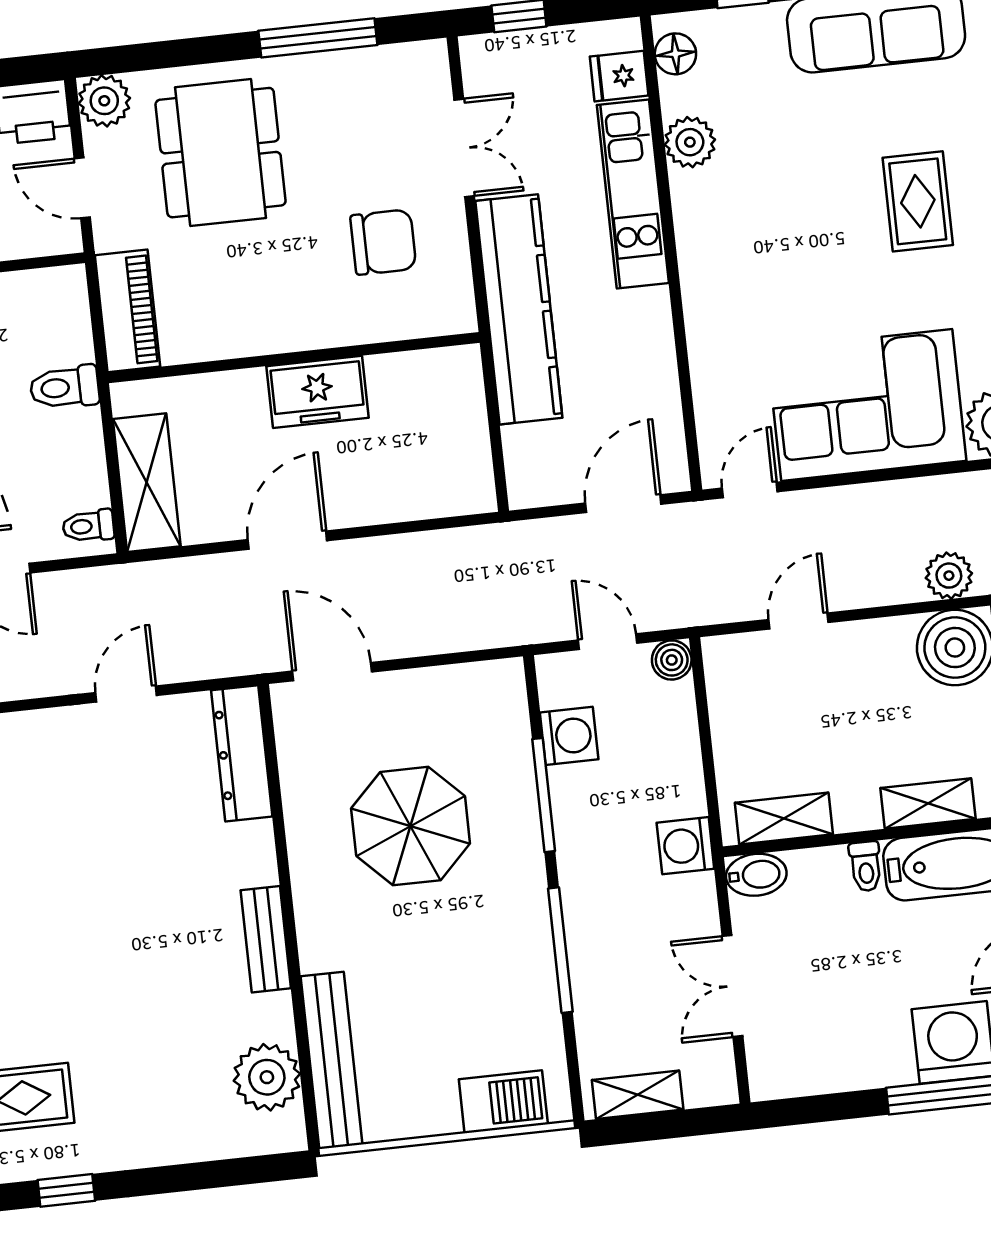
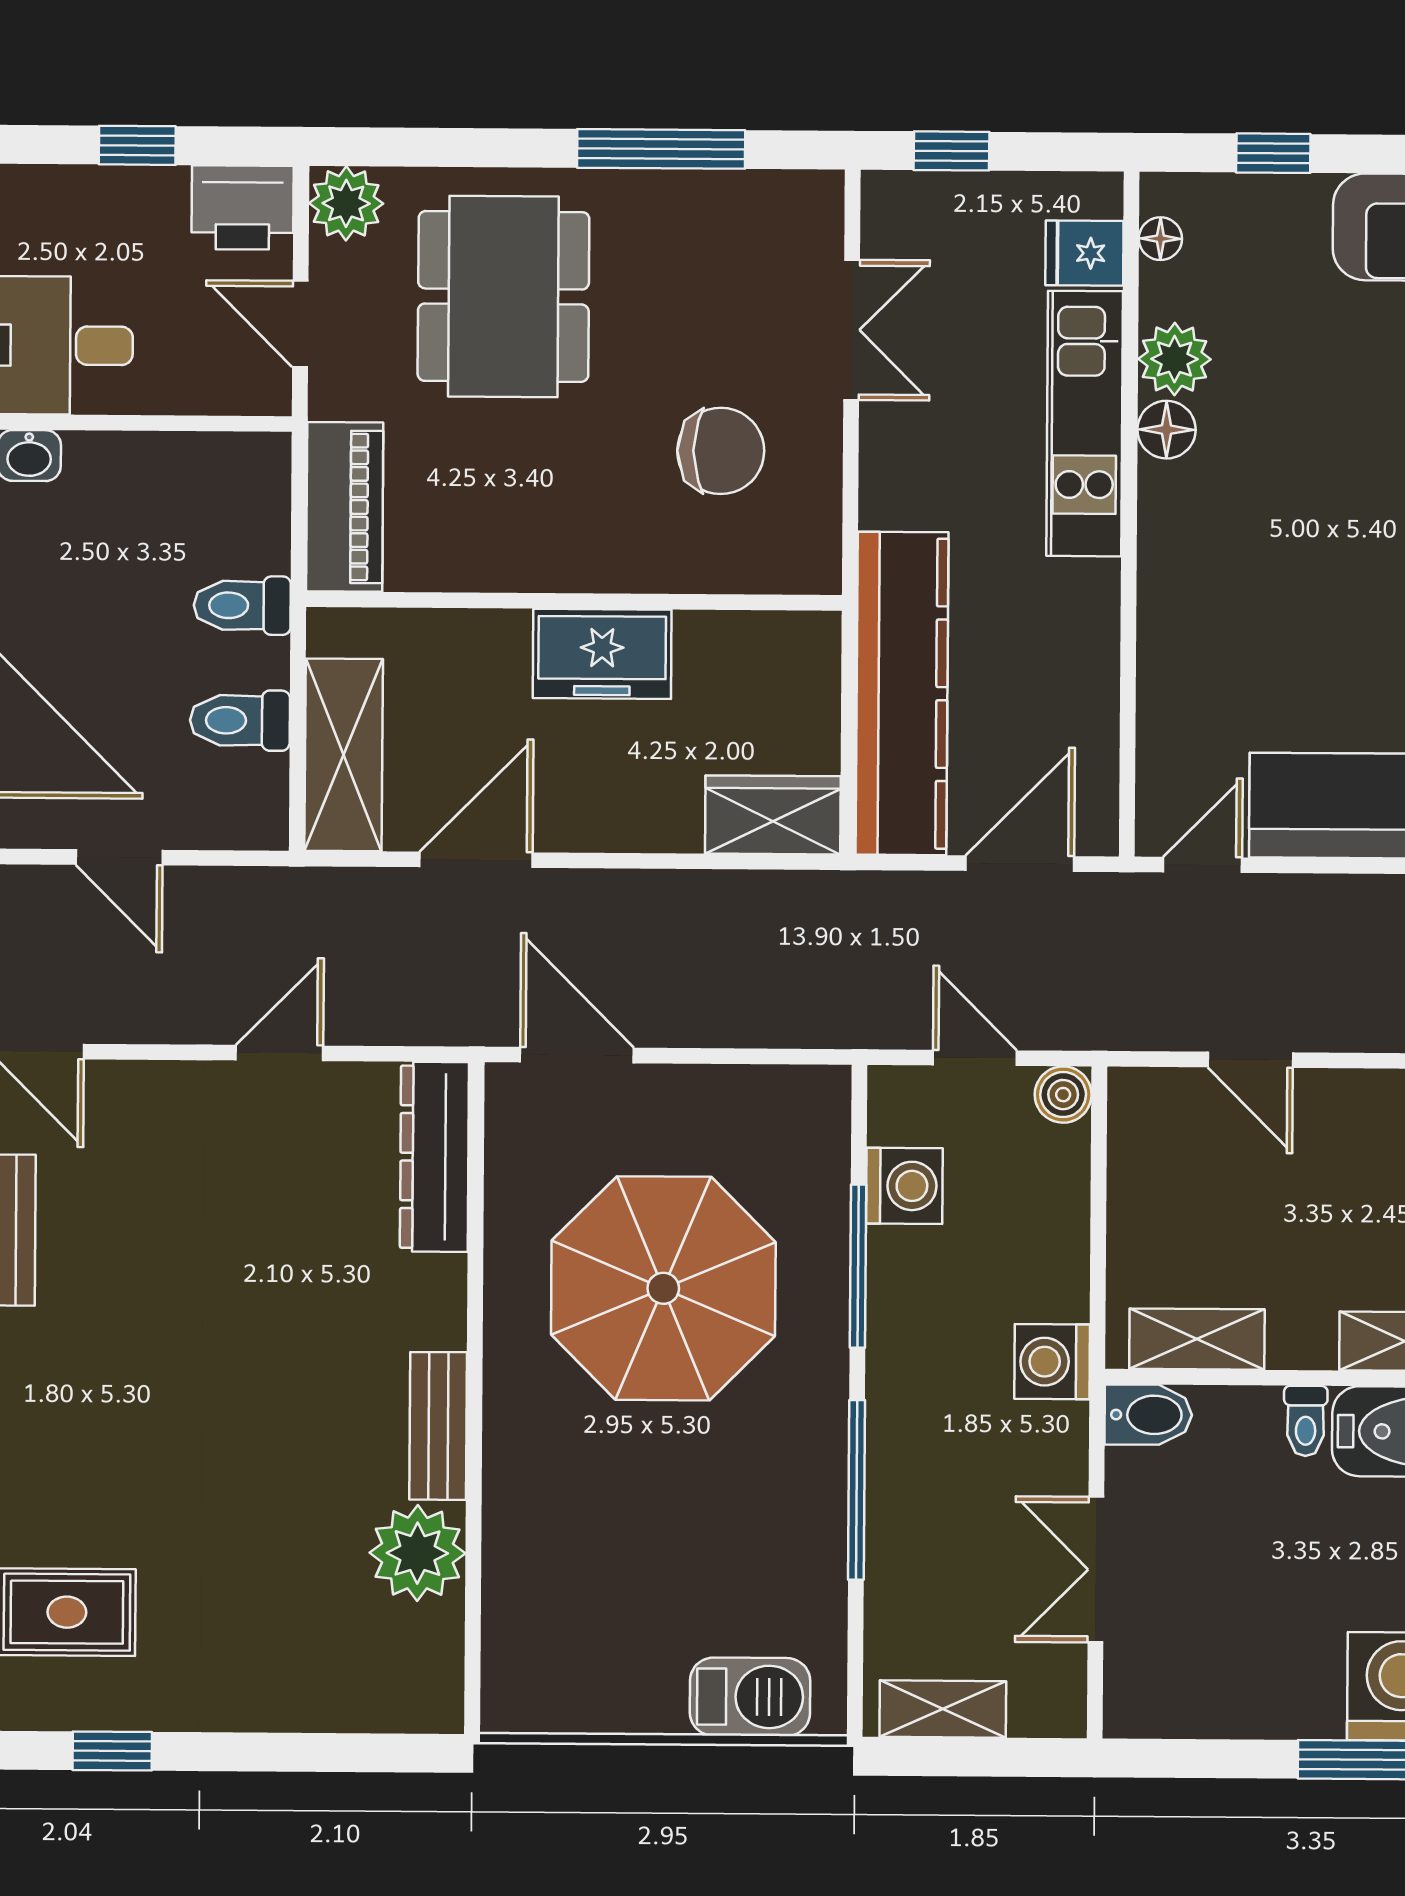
floor lamp: (675, 54) -> (1160, 239), width x0.73, depth x0.73
floor lamp: (690, 192) -> (1167, 430), added
kitchen counter: (519, 309) -> (902, 693), moved
wardrobe: (449, 490) -> (773, 815), added
toilet: (88, 526) -> (240, 720), moved, width x1.37, depth x1.39
door: (287, 540) -> (476, 860), moved
door: (798, 621) -> (1250, 1060), swing flipped
parasol: (411, 826) -> (663, 1288), width x1.36, depth x1.36
bench: (331, 1060) -> (512, 1609), removed
plant: (267, 1077) -> (417, 1553), moved

